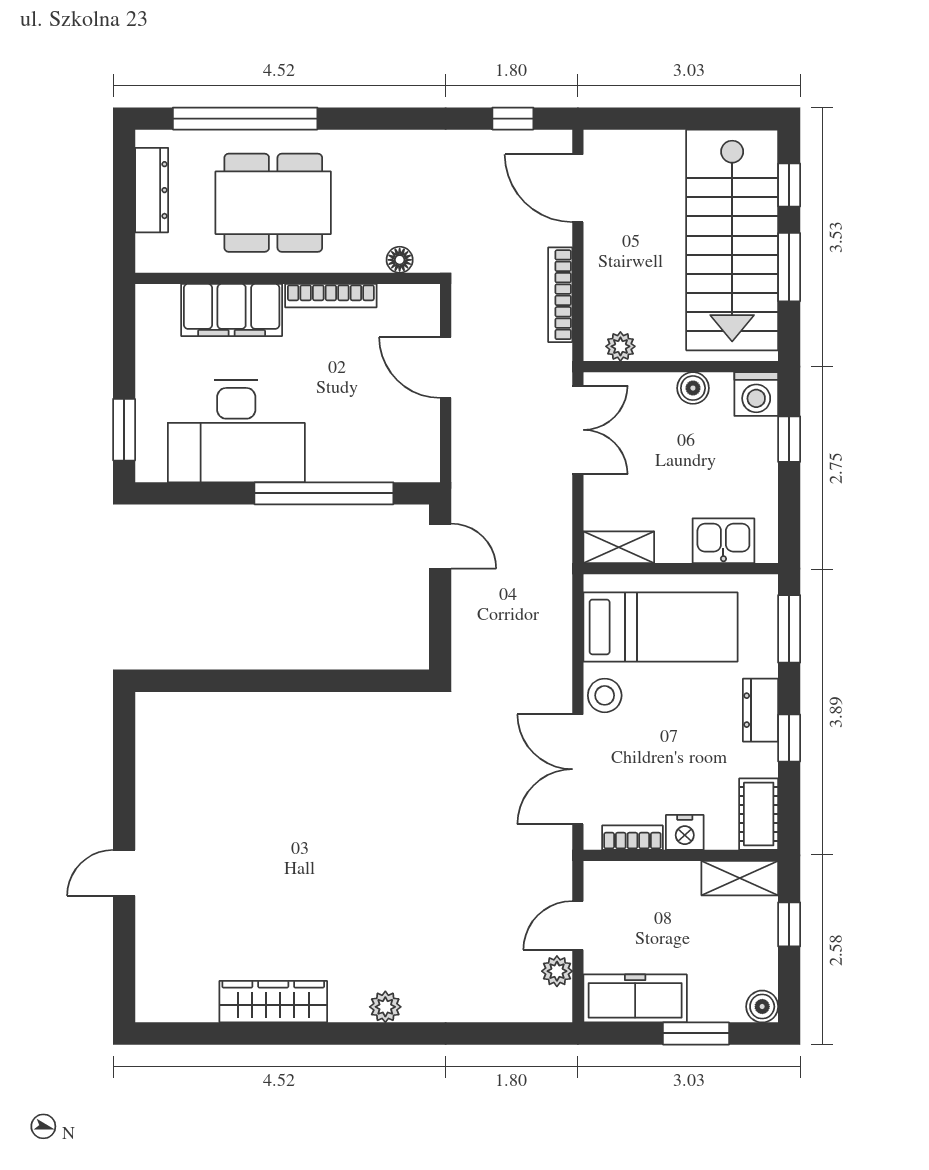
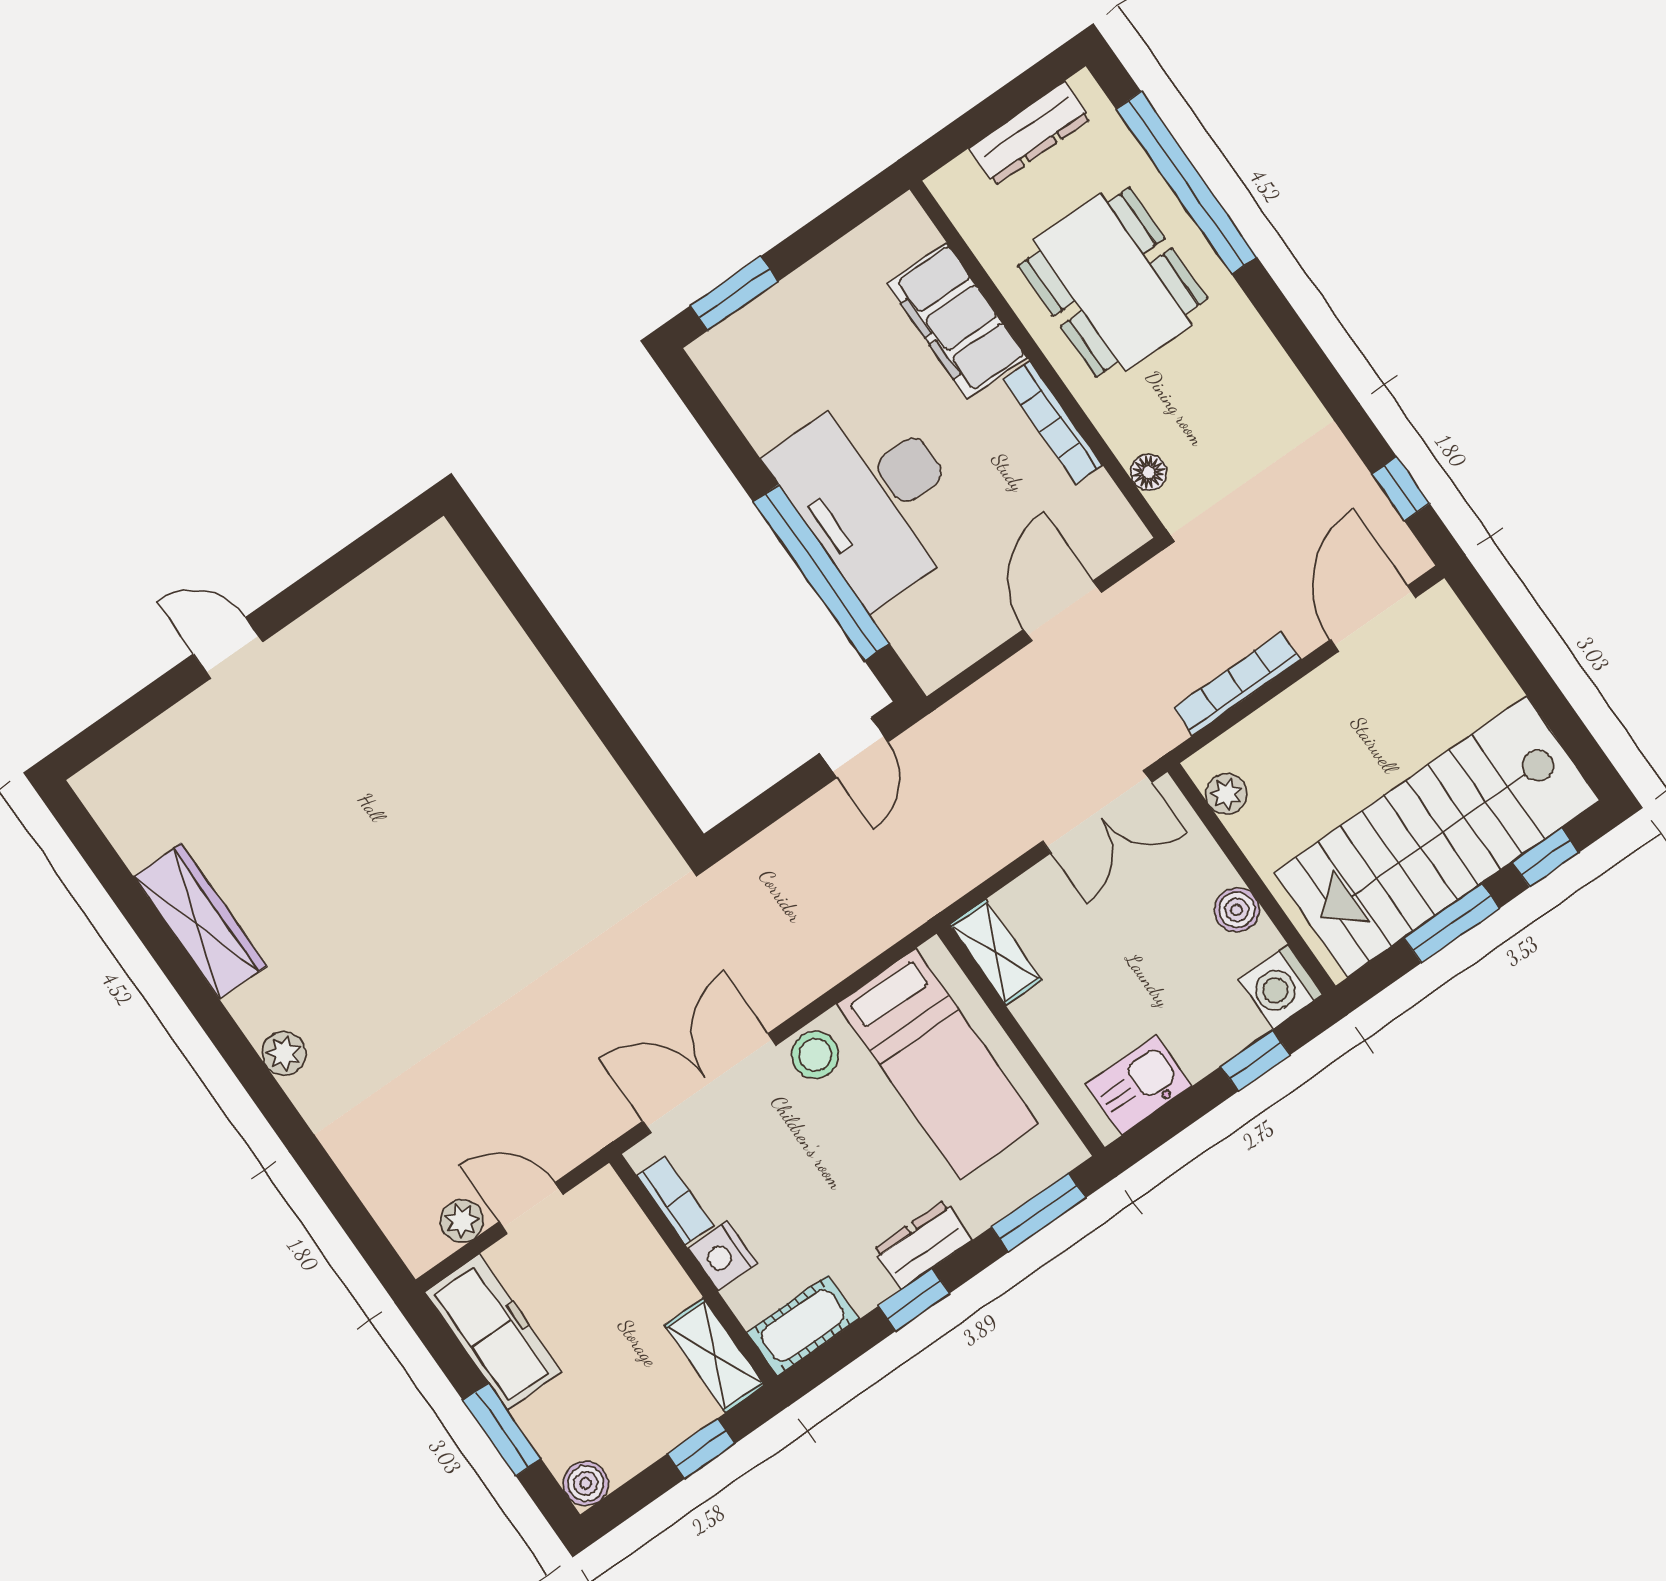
desk: (236, 431) -> (873, 495), moved
kitchen sink: (723, 541) -> (1139, 1085), moved, turned -90

